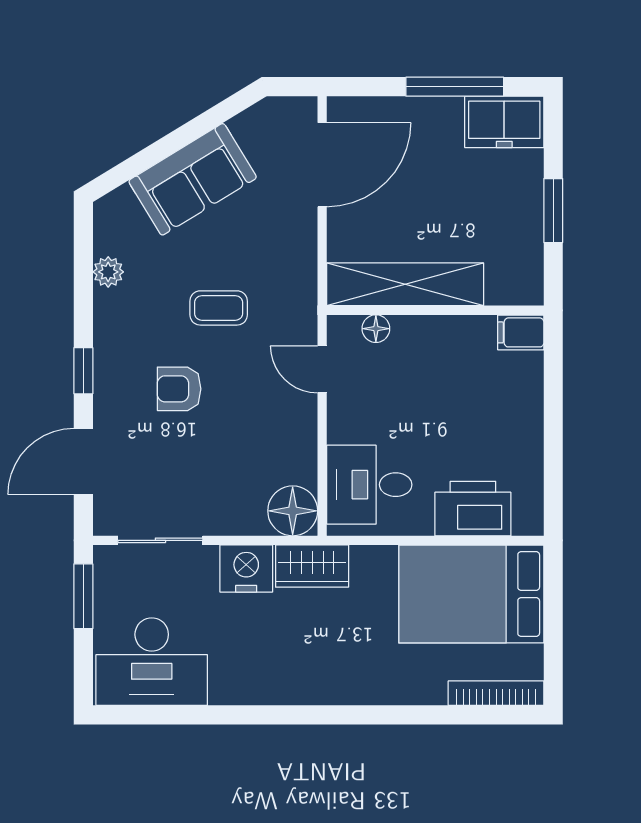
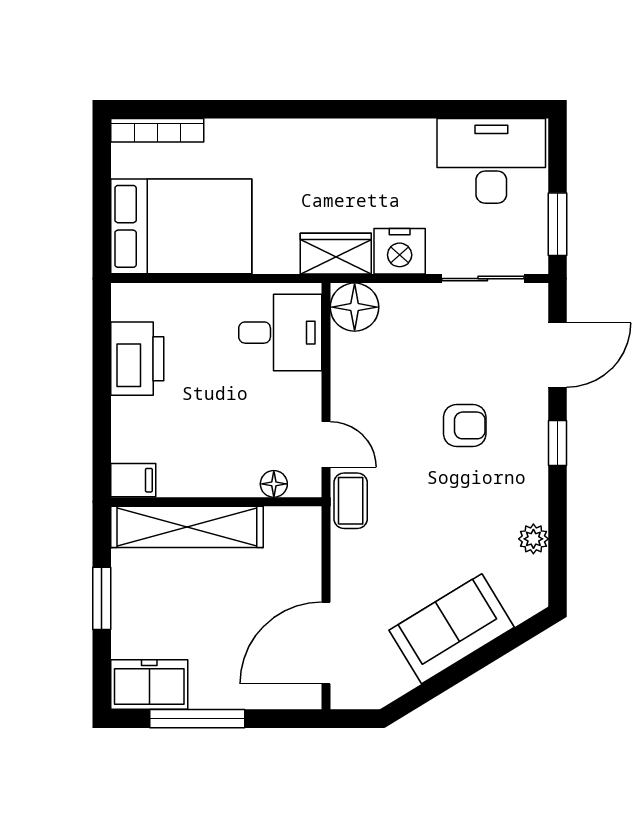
shelving: (405, 284) -> (187, 527), moved
coffee table: (219, 308) -> (351, 501), moved, turned 90
printer: (473, 509) -> (137, 359), moved, turned -90

